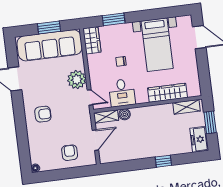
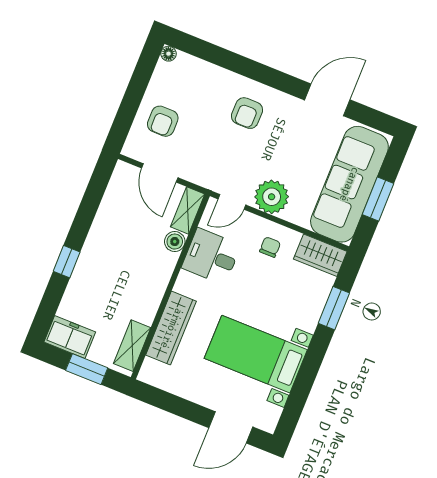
chair: (121, 61) -> (270, 247), moved
armchair: (70, 153) -> (163, 121), turned 90

